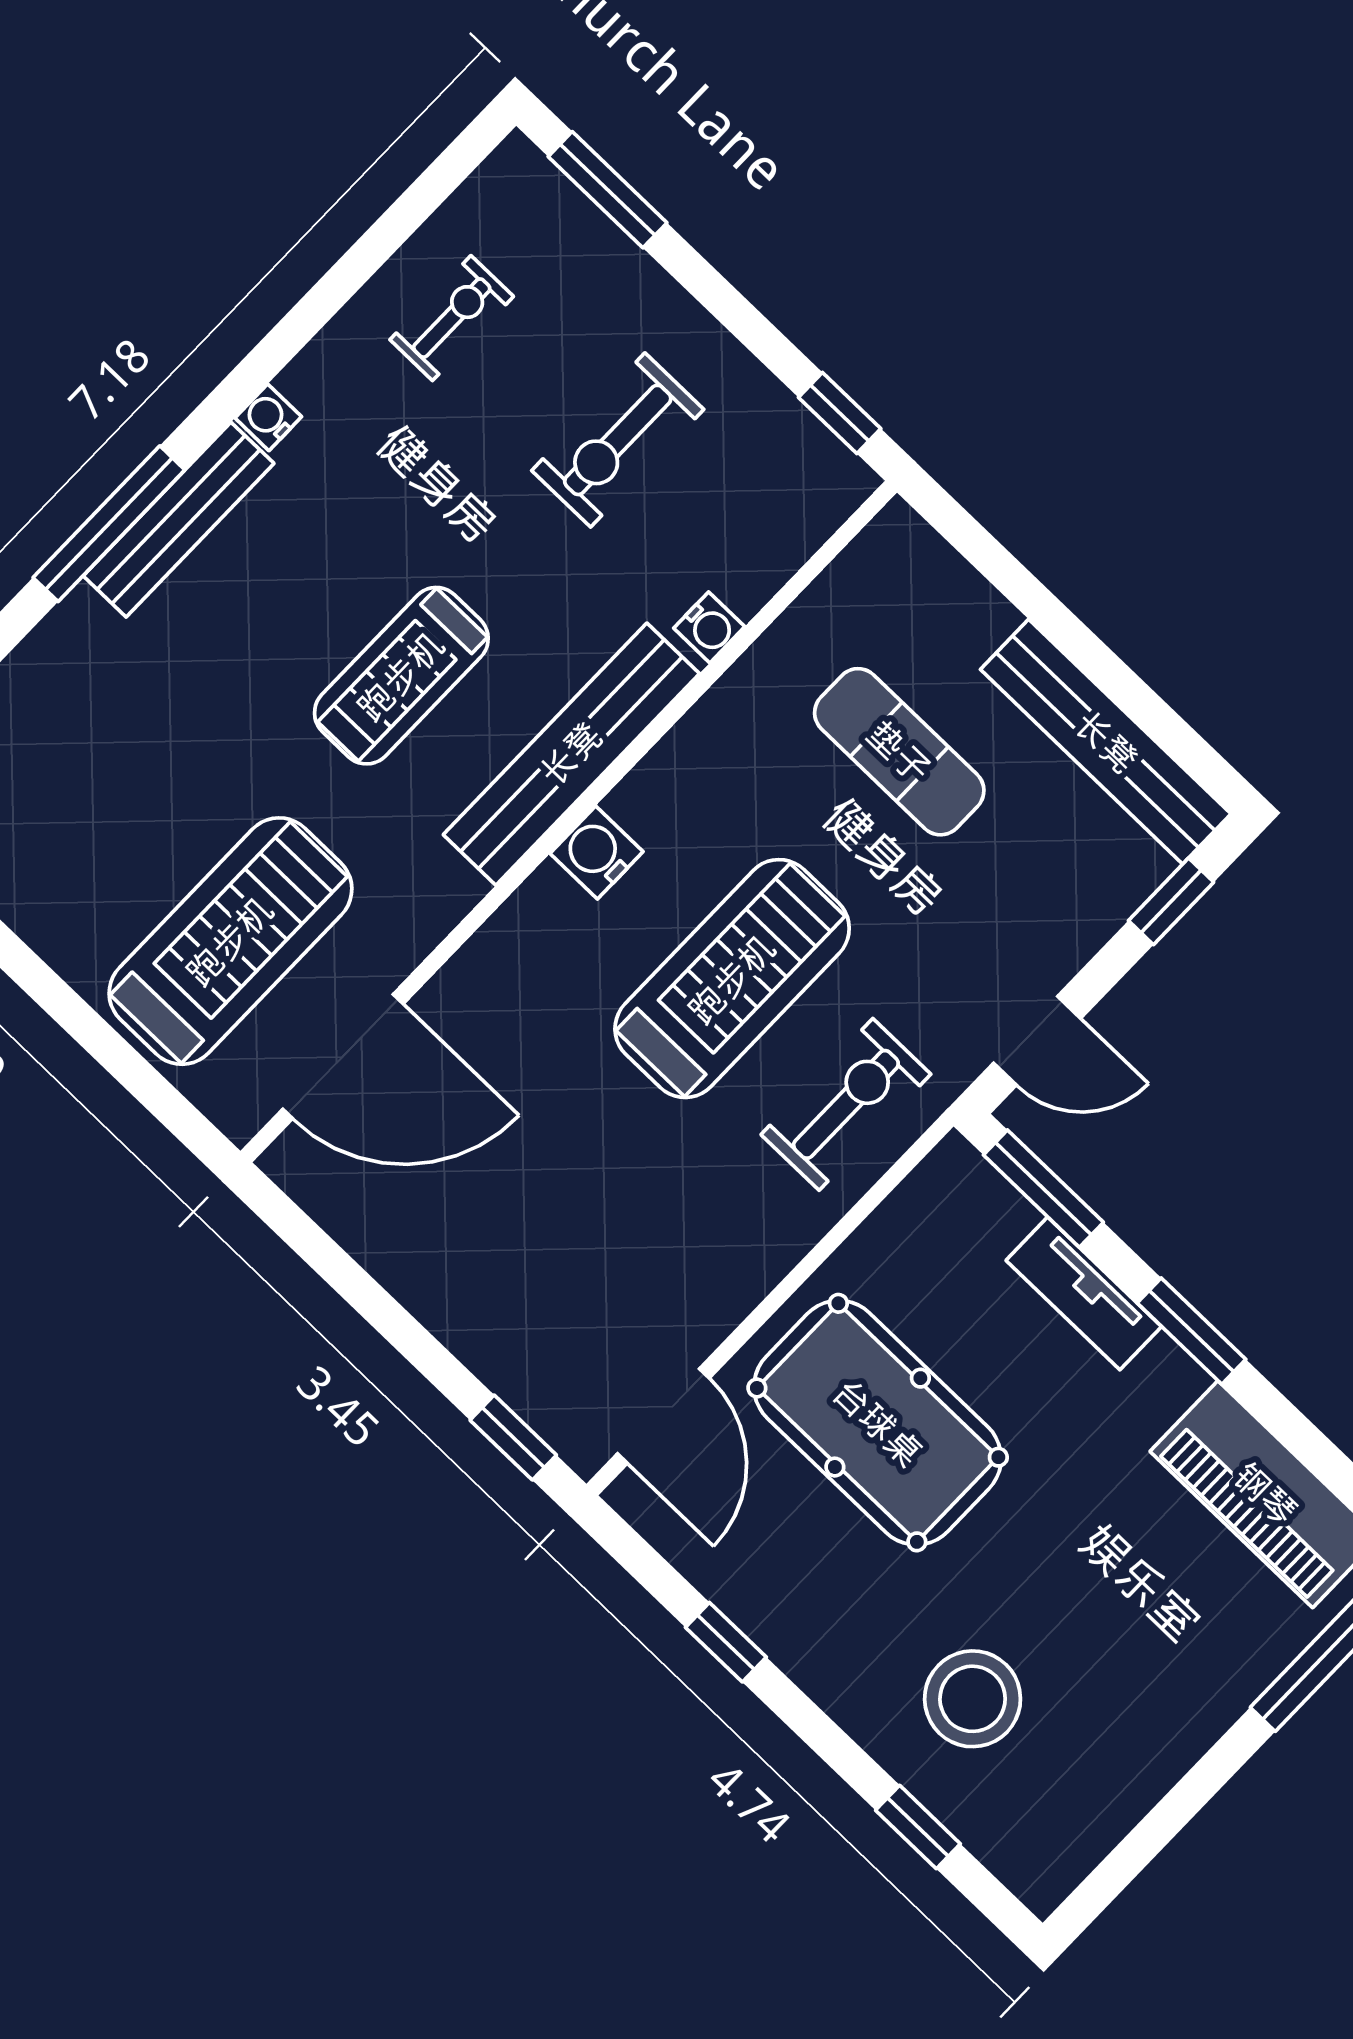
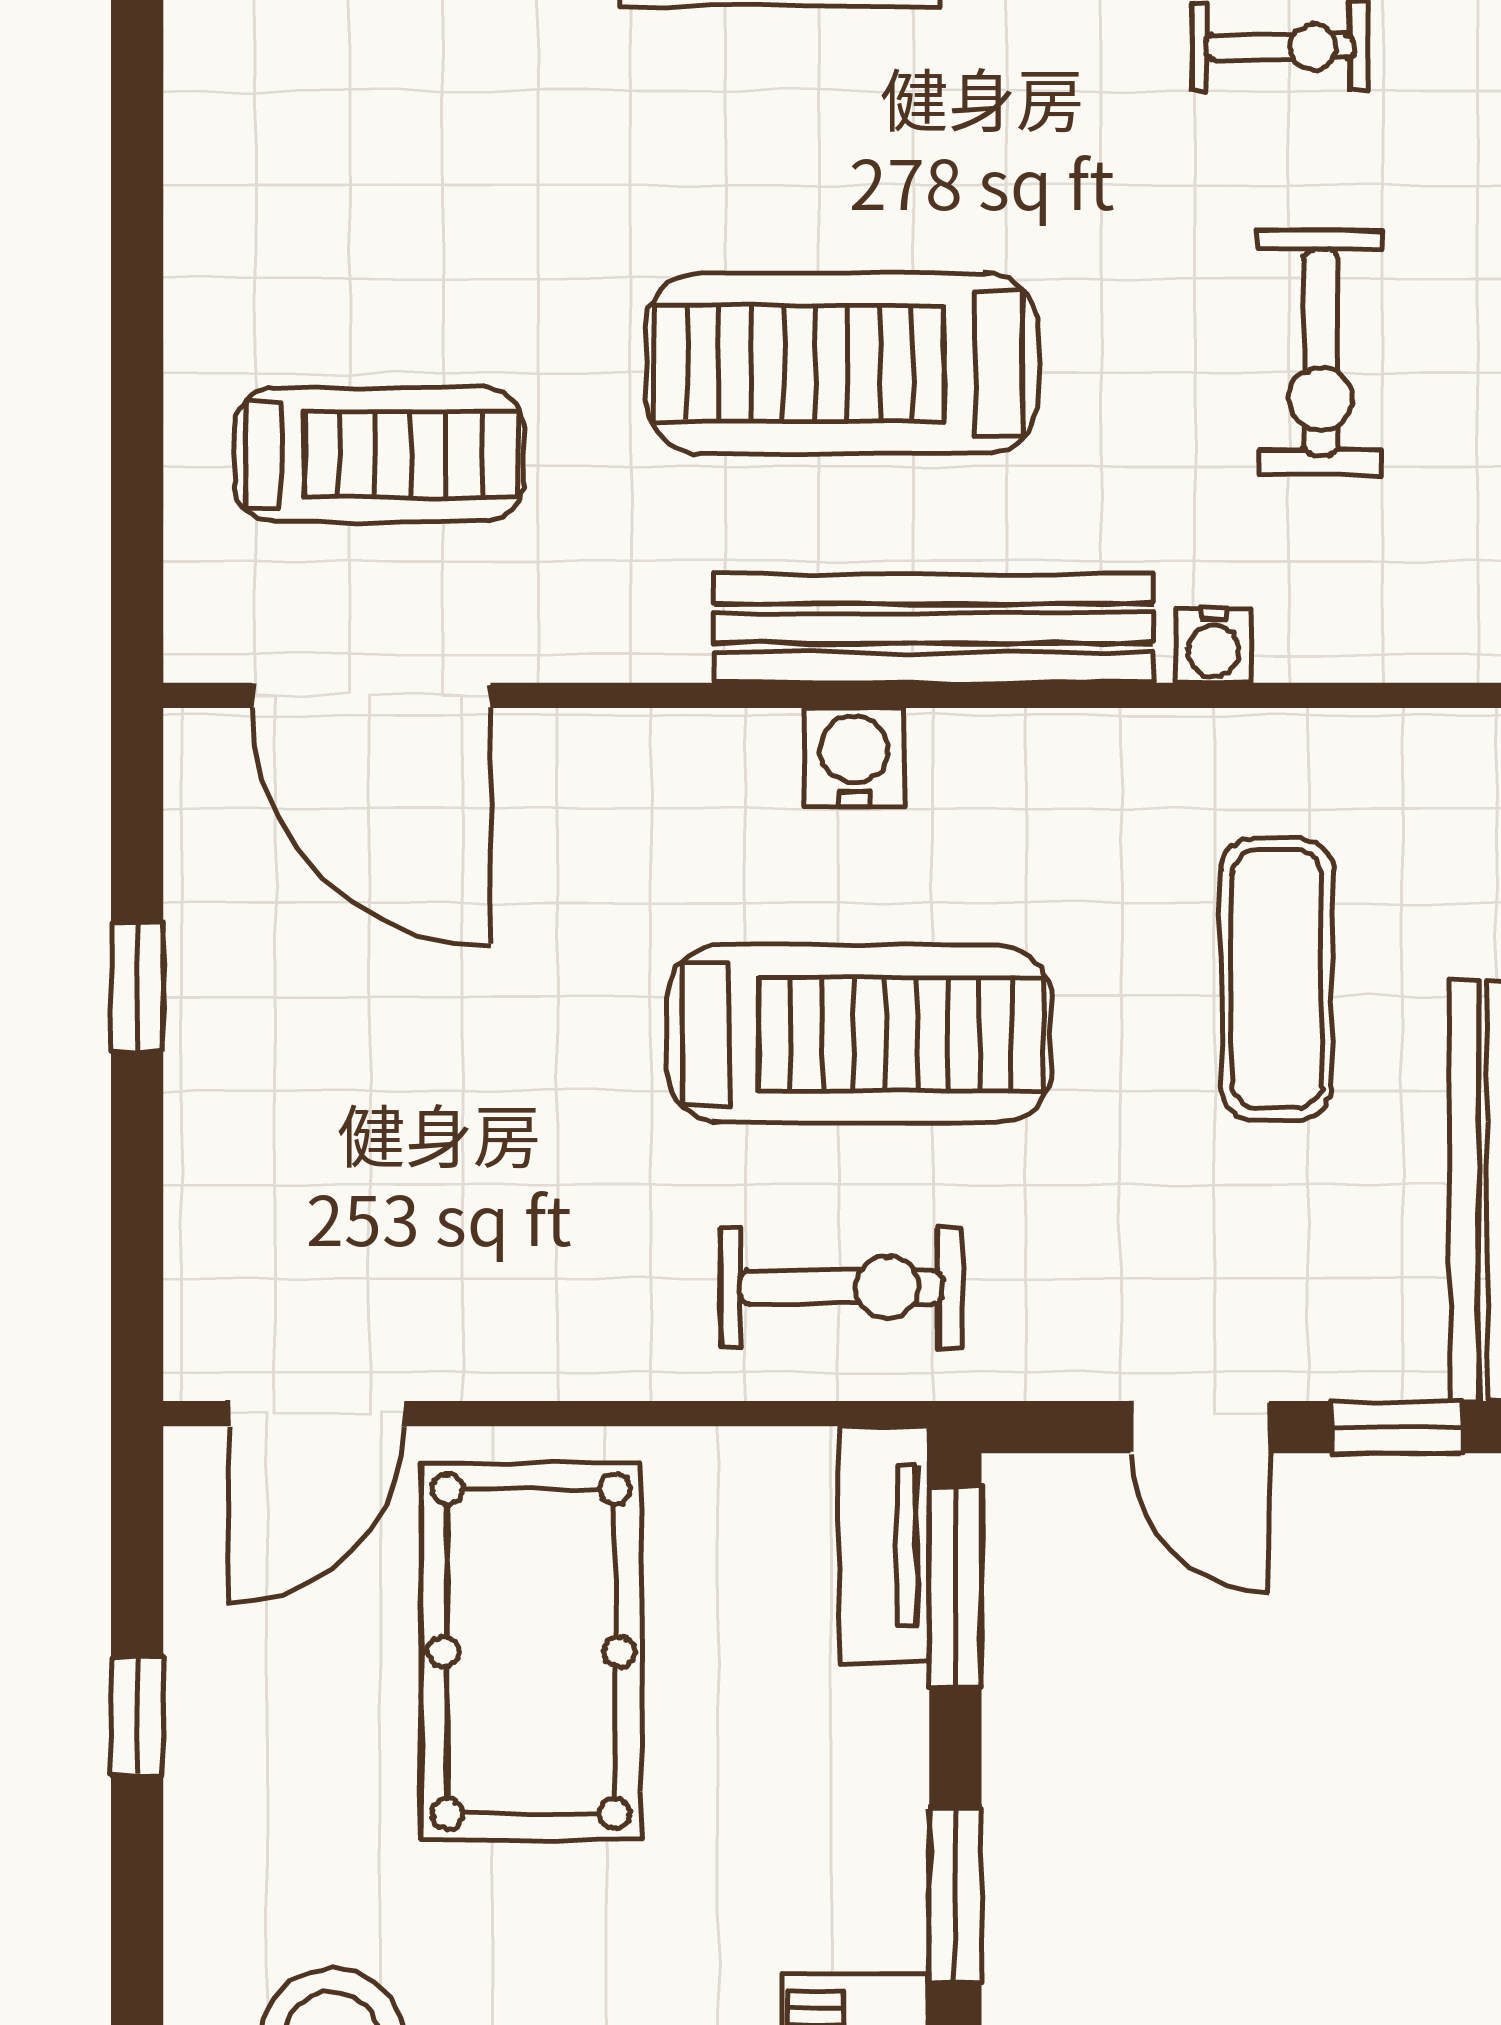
exercise bike: (618, 440) -> (1321, 352), turned -90
treadmill: (401, 676) -> (842, 364), width x1.37, depth x1.38
treadmill: (230, 941) -> (379, 455), width x0.73, depth x0.73
door: (1037, 1041) -> (1200, 1427), moved
tv unit: (1084, 1293) -> (884, 1544), moved
window: (513, 1438) -> (137, 986), moved

